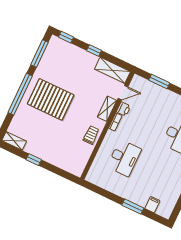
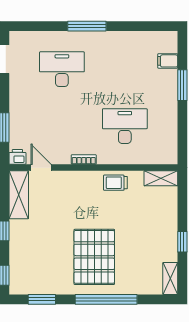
window: (39, 54) -> (42, 299), width x0.69
shelving: (107, 109) -> (161, 178), moved
printer: (124, 109) -> (17, 157), moved

